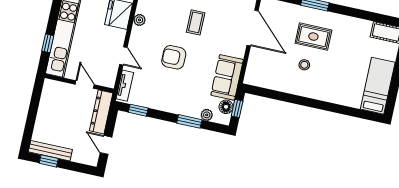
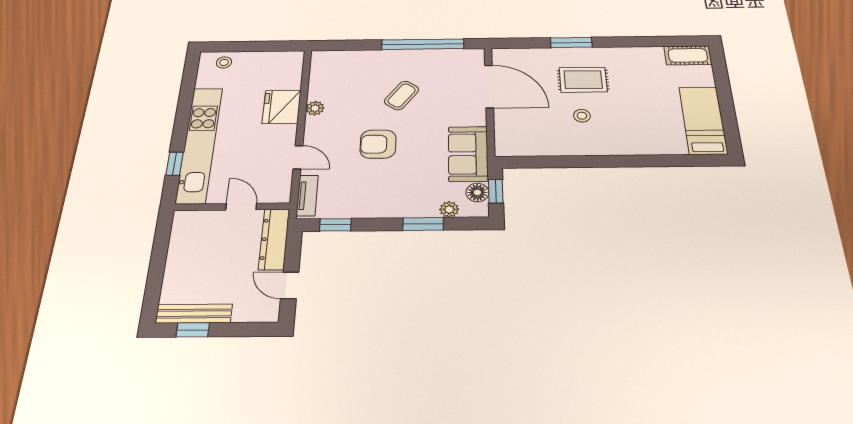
coffee table: (196, 22) -> (402, 95), turned 36

